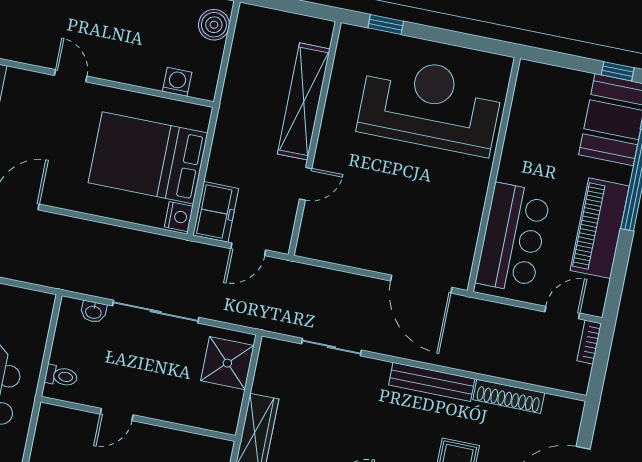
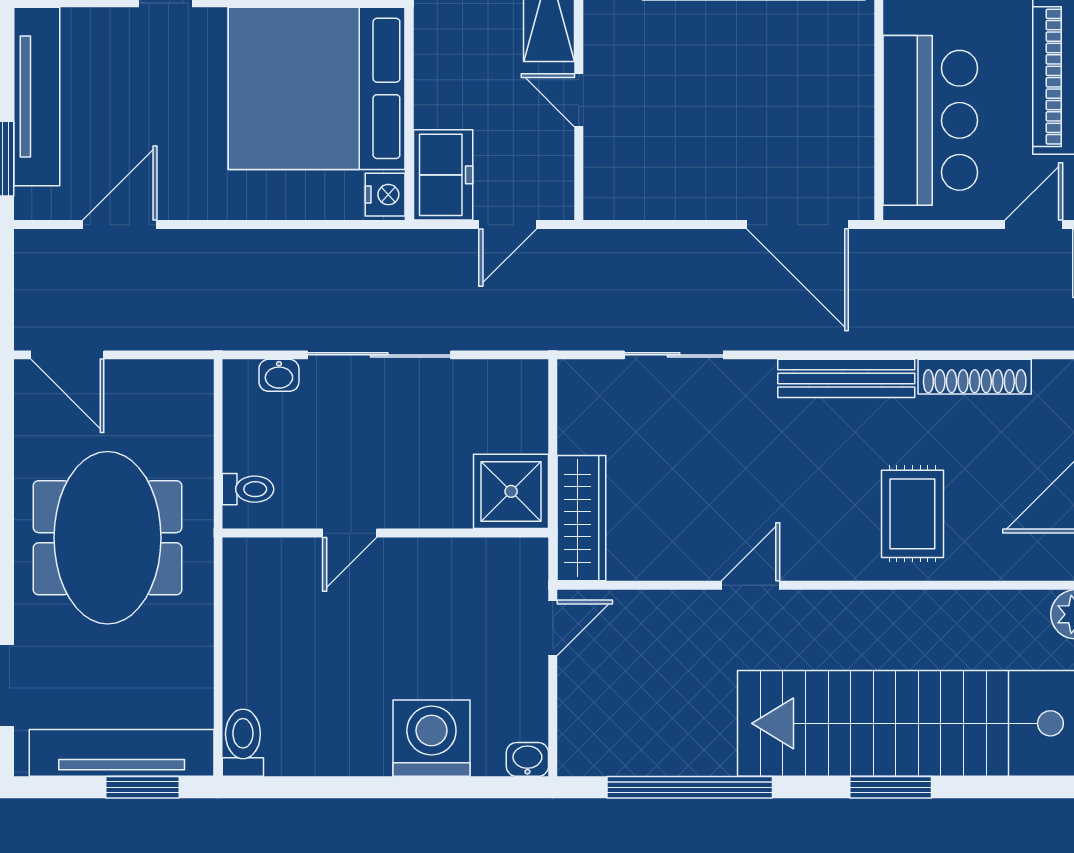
bed: (148, 158) -> (317, 88), width x1.36
door: (306, 184) -> (579, 100), swing flipped
shower: (227, 363) -> (511, 491), moved

